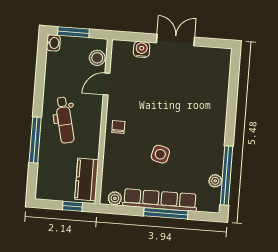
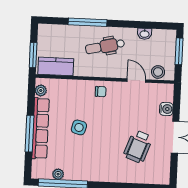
washbasin: (53, 43) -> (145, 34), moved
wheelchair: (185, 84) -> (138, 147), added
window: (72, 206) -> (33, 55), width x1.50

